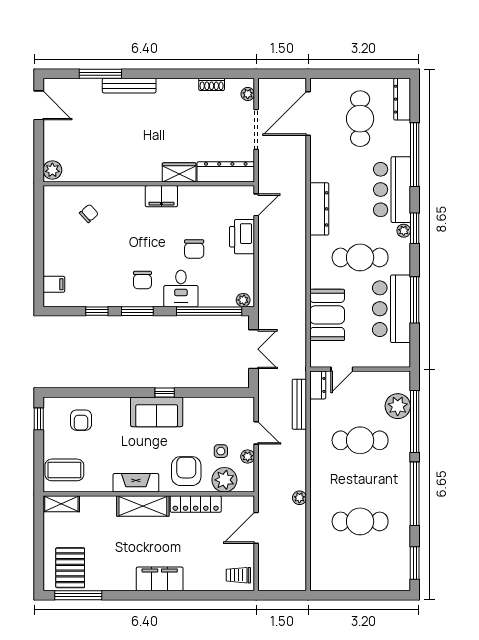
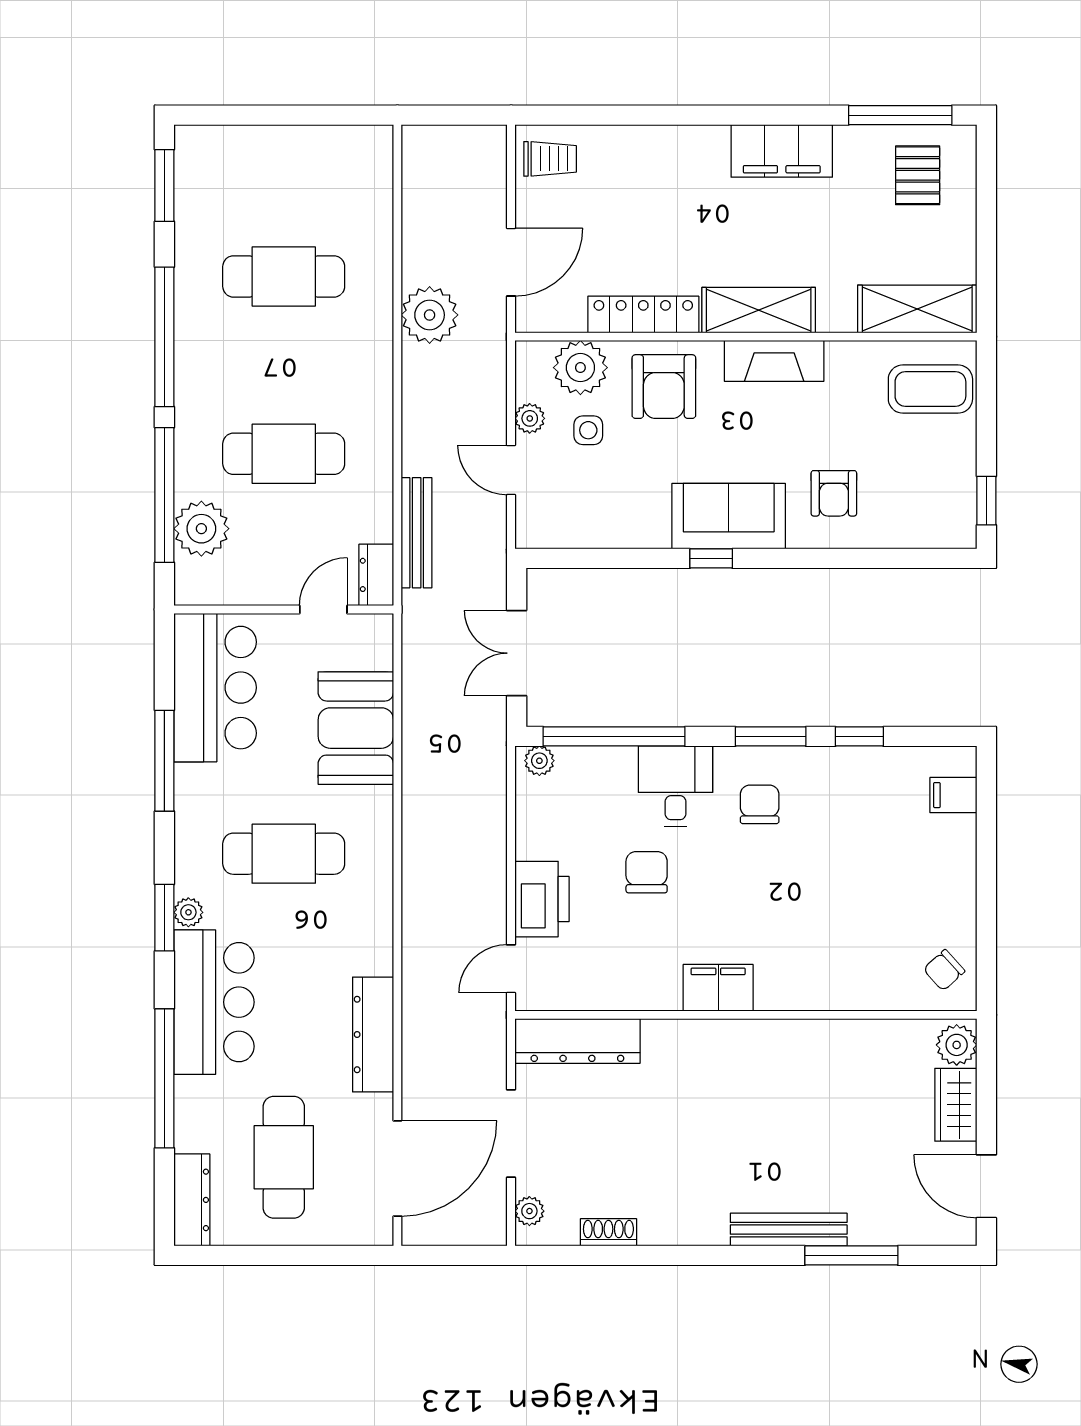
wardrobe: (179, 172) -> (956, 1105), moved, turned 90
dresser: (319, 209) -> (373, 1034), moved
chair: (89, 213) -> (944, 970), moved
bar counter: (391, 309) -> (215, 688), moved
armchair: (81, 420) -> (834, 493), moved, turned 180
plant: (299, 498) -> (430, 315), width x1.88, depth x1.88
shelving: (61, 504) -> (917, 309), width x1.50, depth x1.33
pallet: (70, 568) -> (918, 175), width x0.67, depth x0.71
filing cabinet: (160, 579) -> (782, 151), moved

